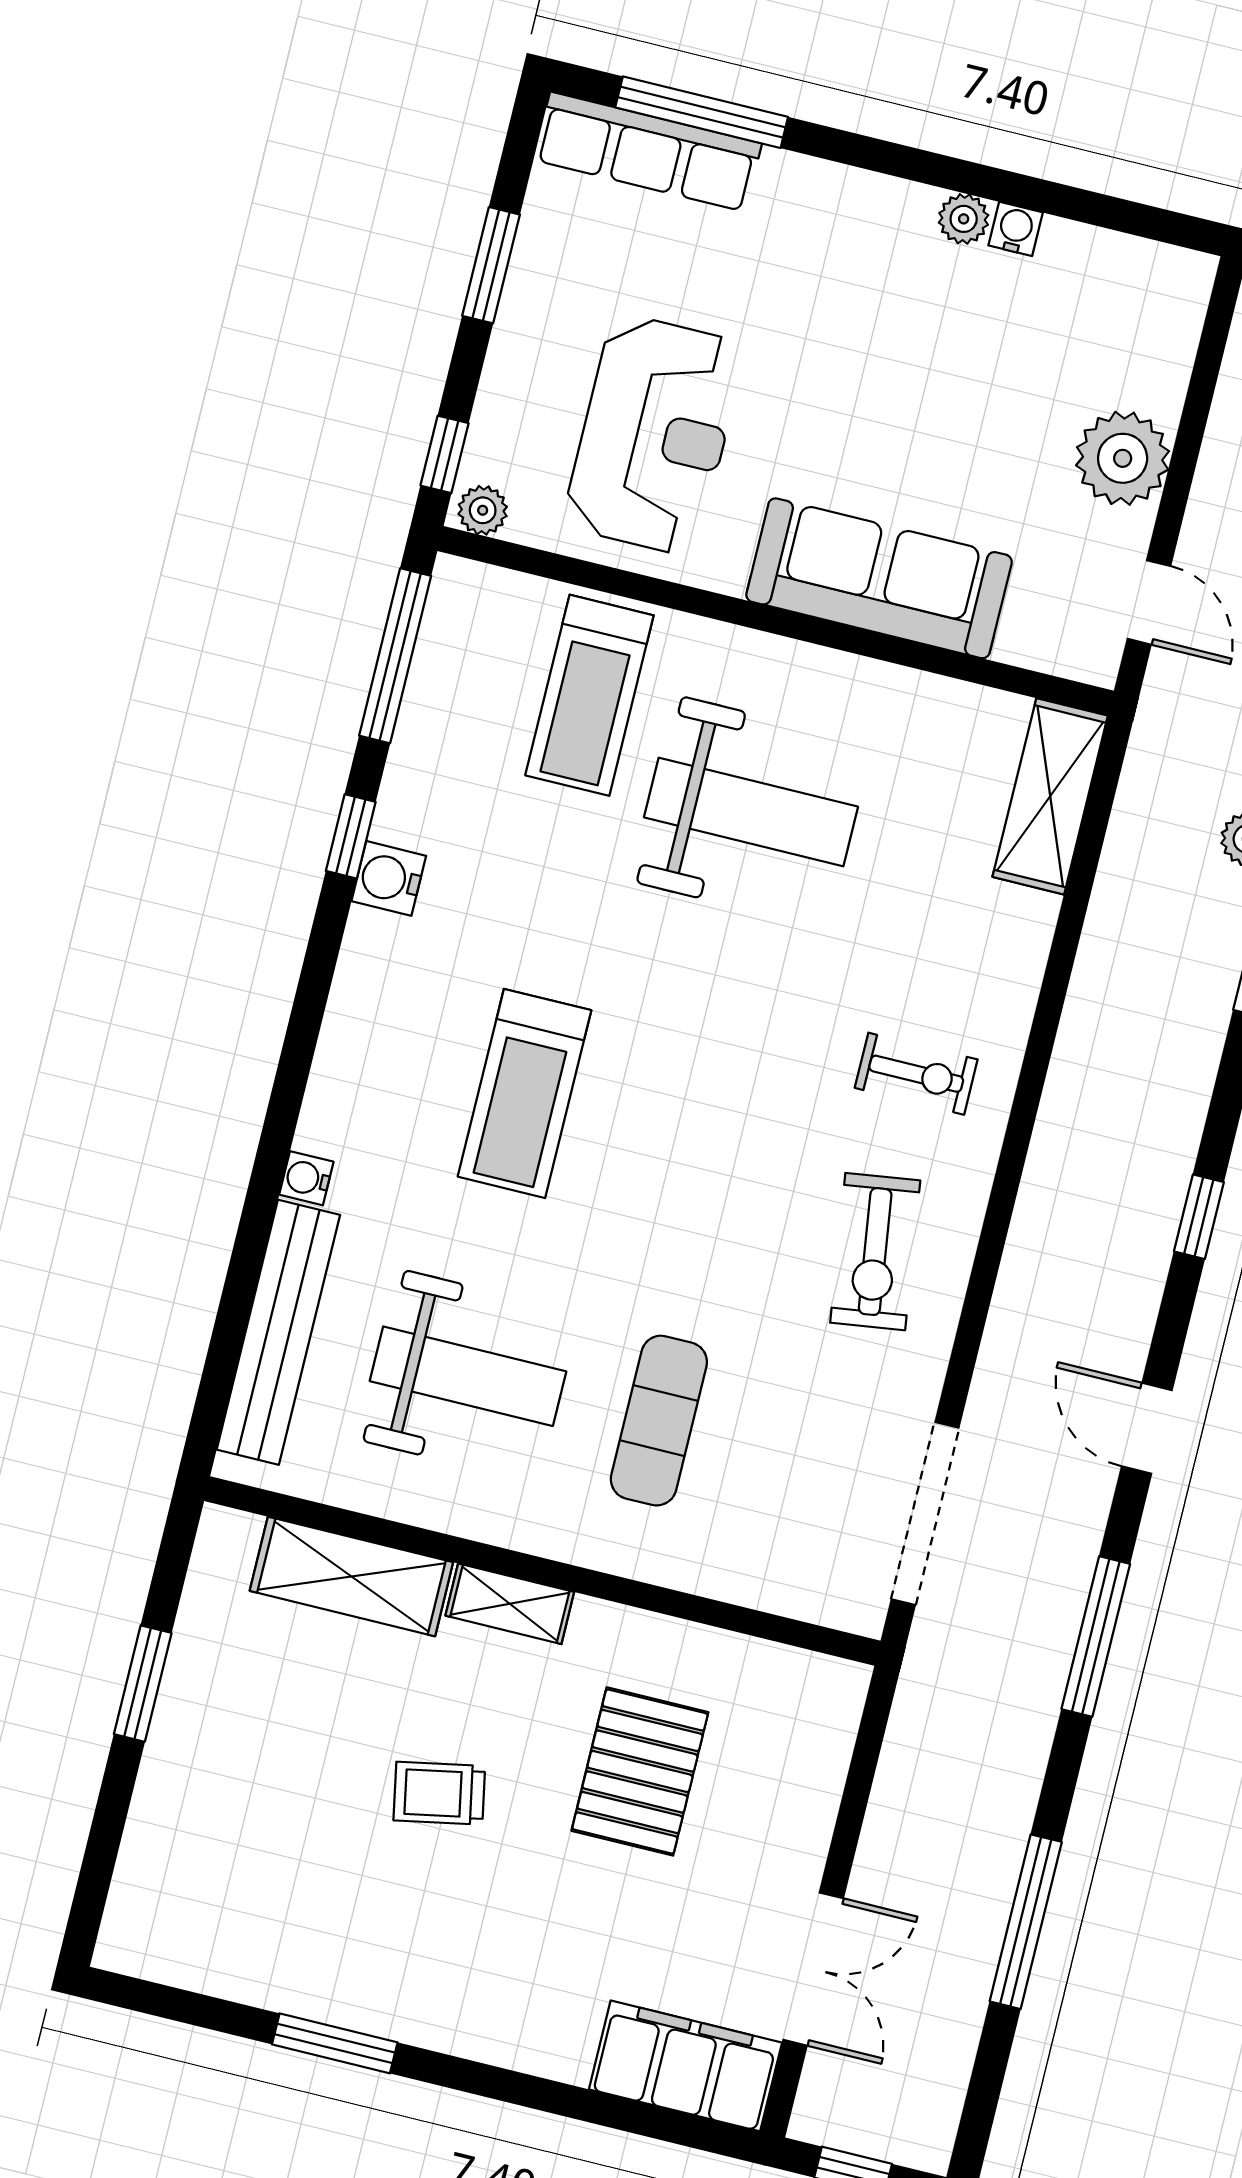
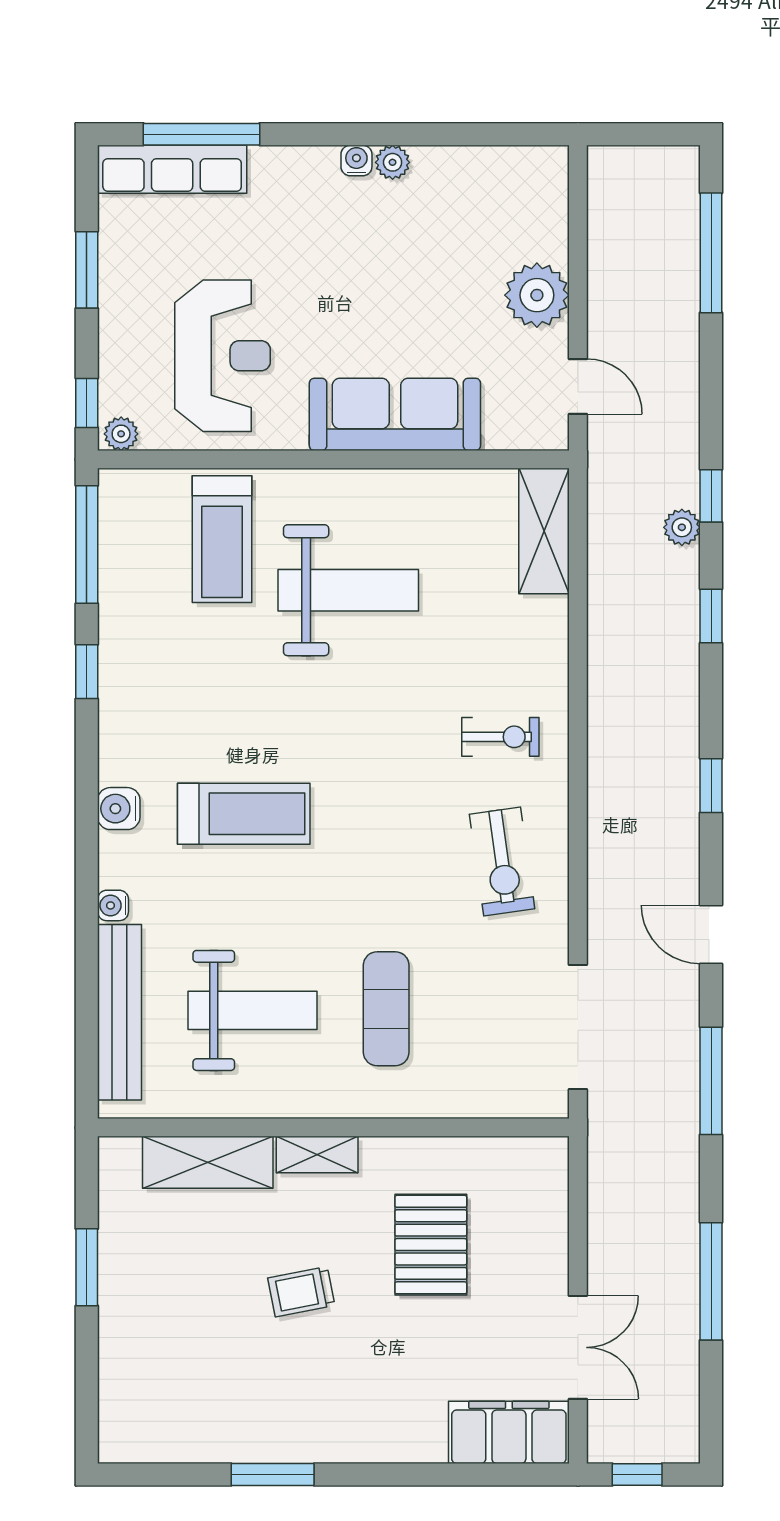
water cooler: (1016, 229) -> (356, 160), moved
water cooler: (389, 878) -> (119, 809), moved
treadmill: (525, 1093) -> (244, 814), turned -90

